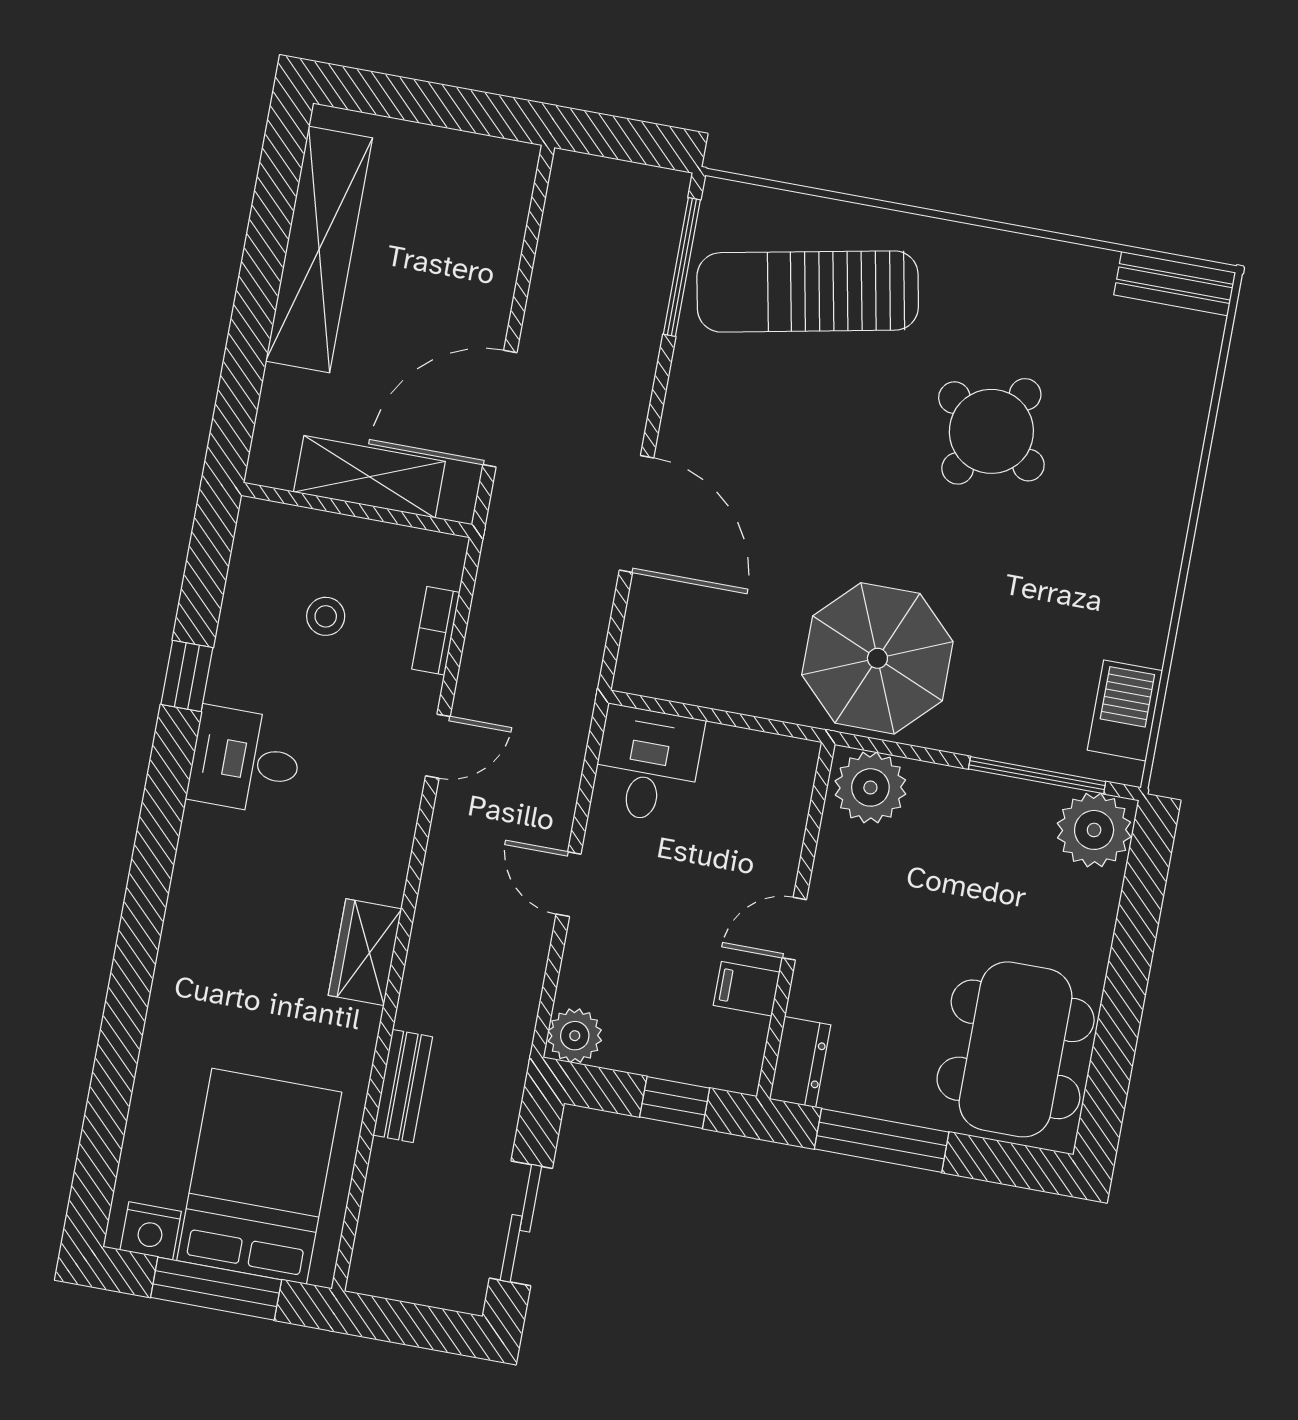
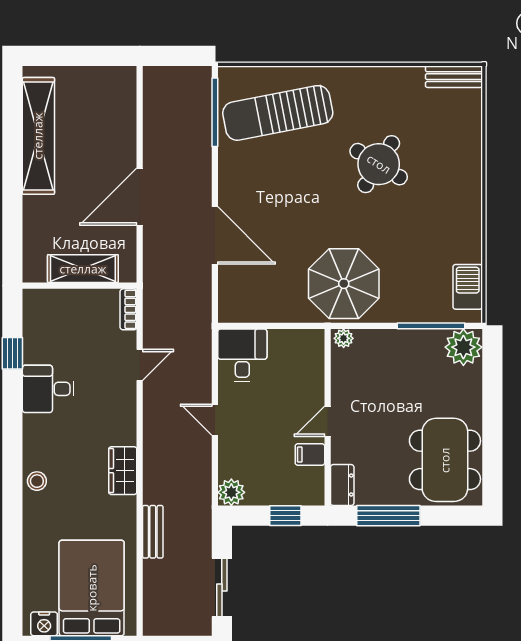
shelving: (369, 477) -> (83, 269), moved
wall: (357, 510) -> (80, 286), moved
stool: (326, 616) -> (37, 481), moved
plant: (870, 787) -> (344, 338), width x0.53, depth x0.53

